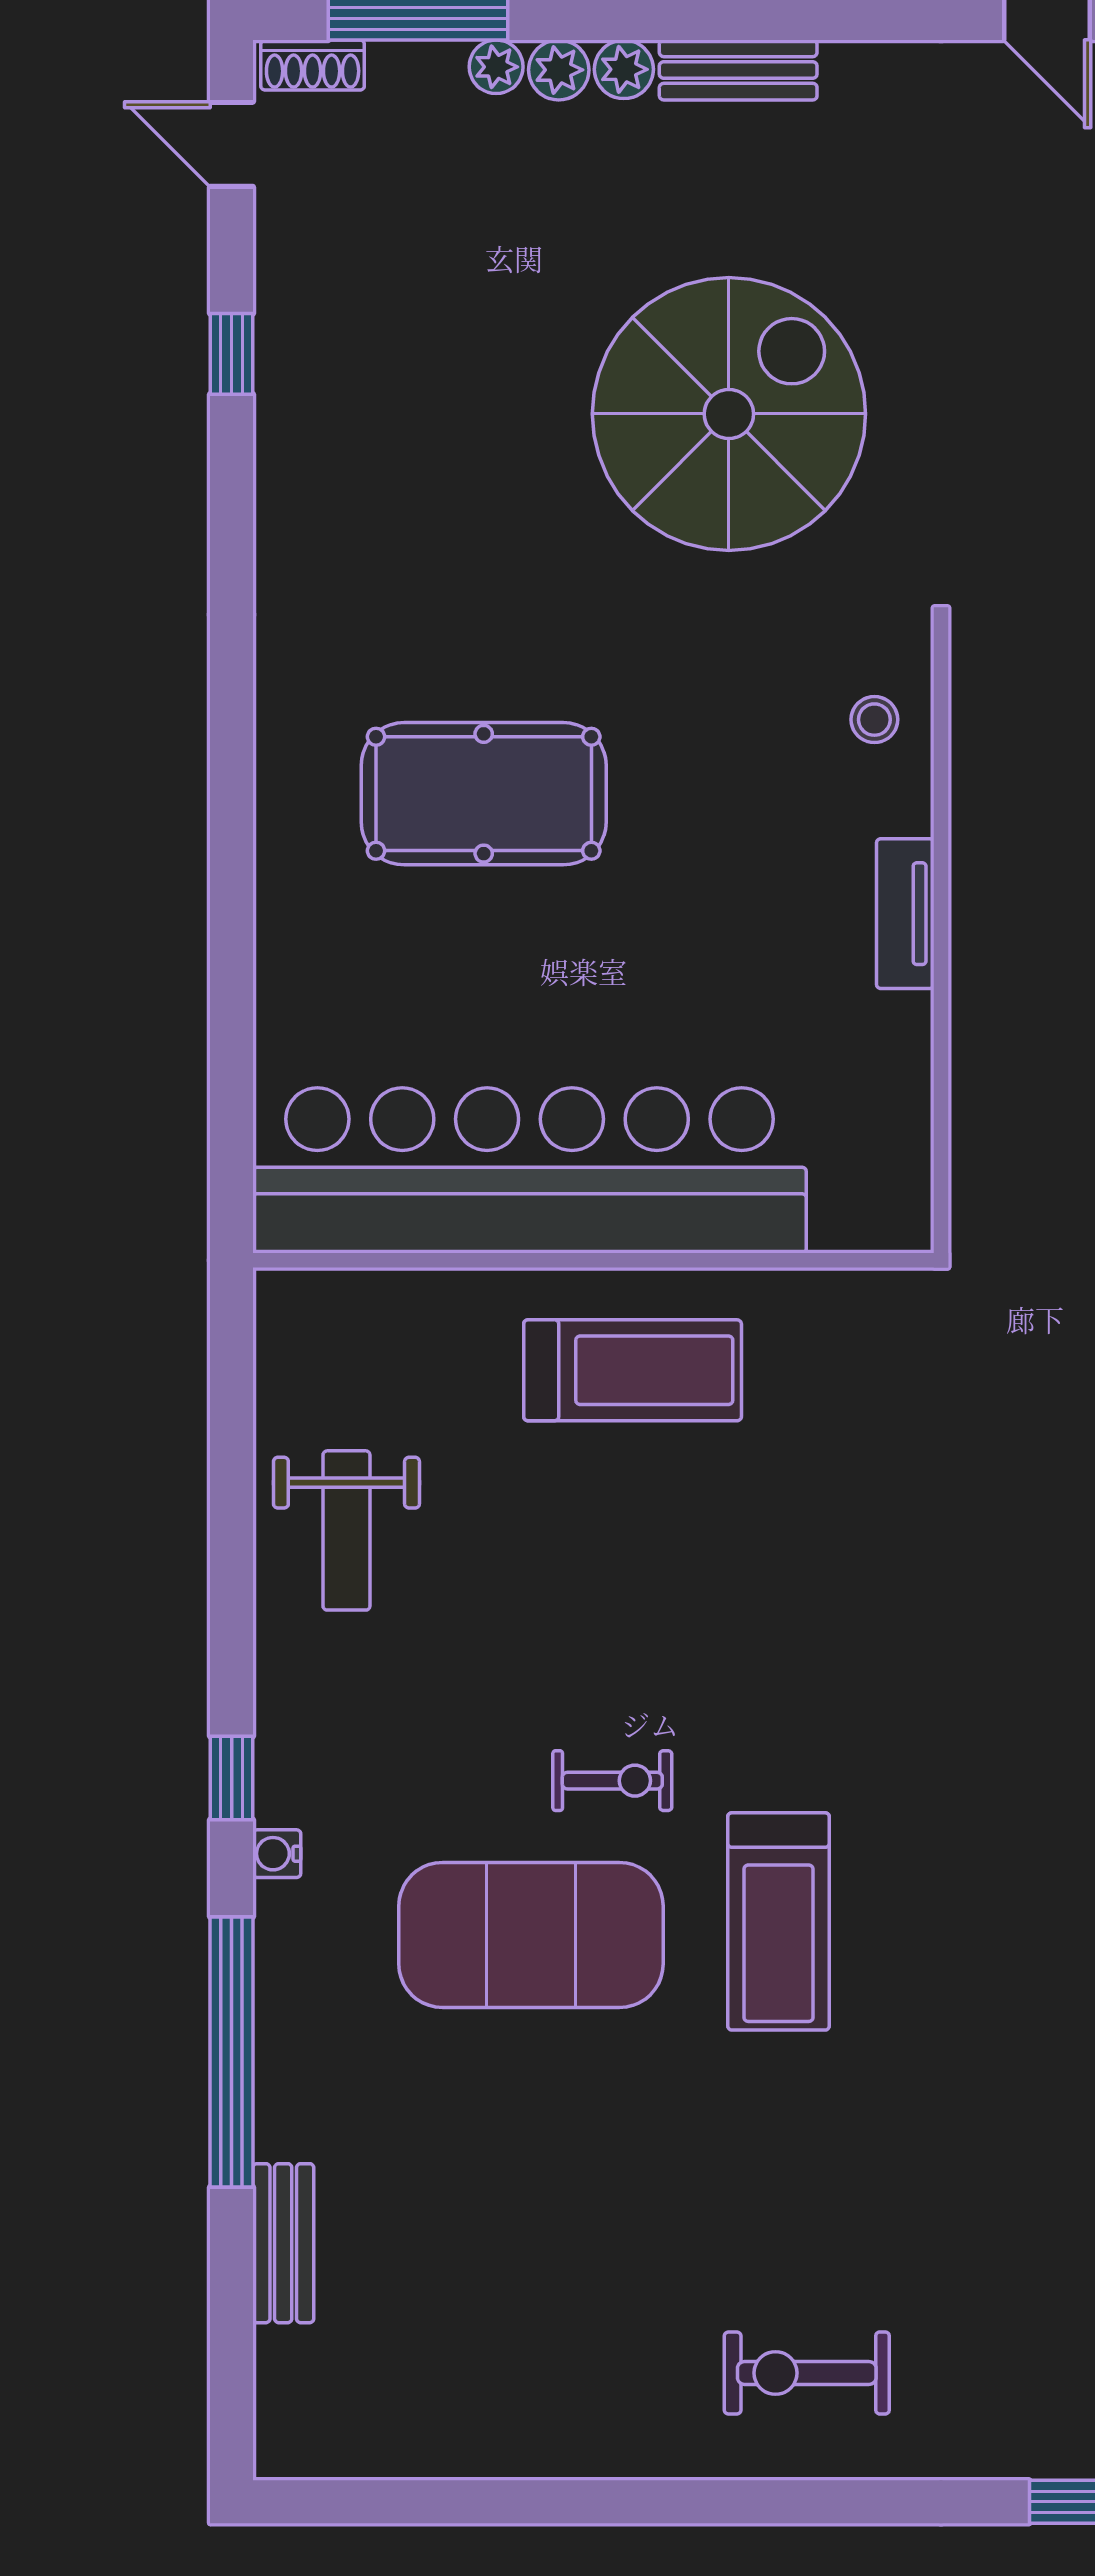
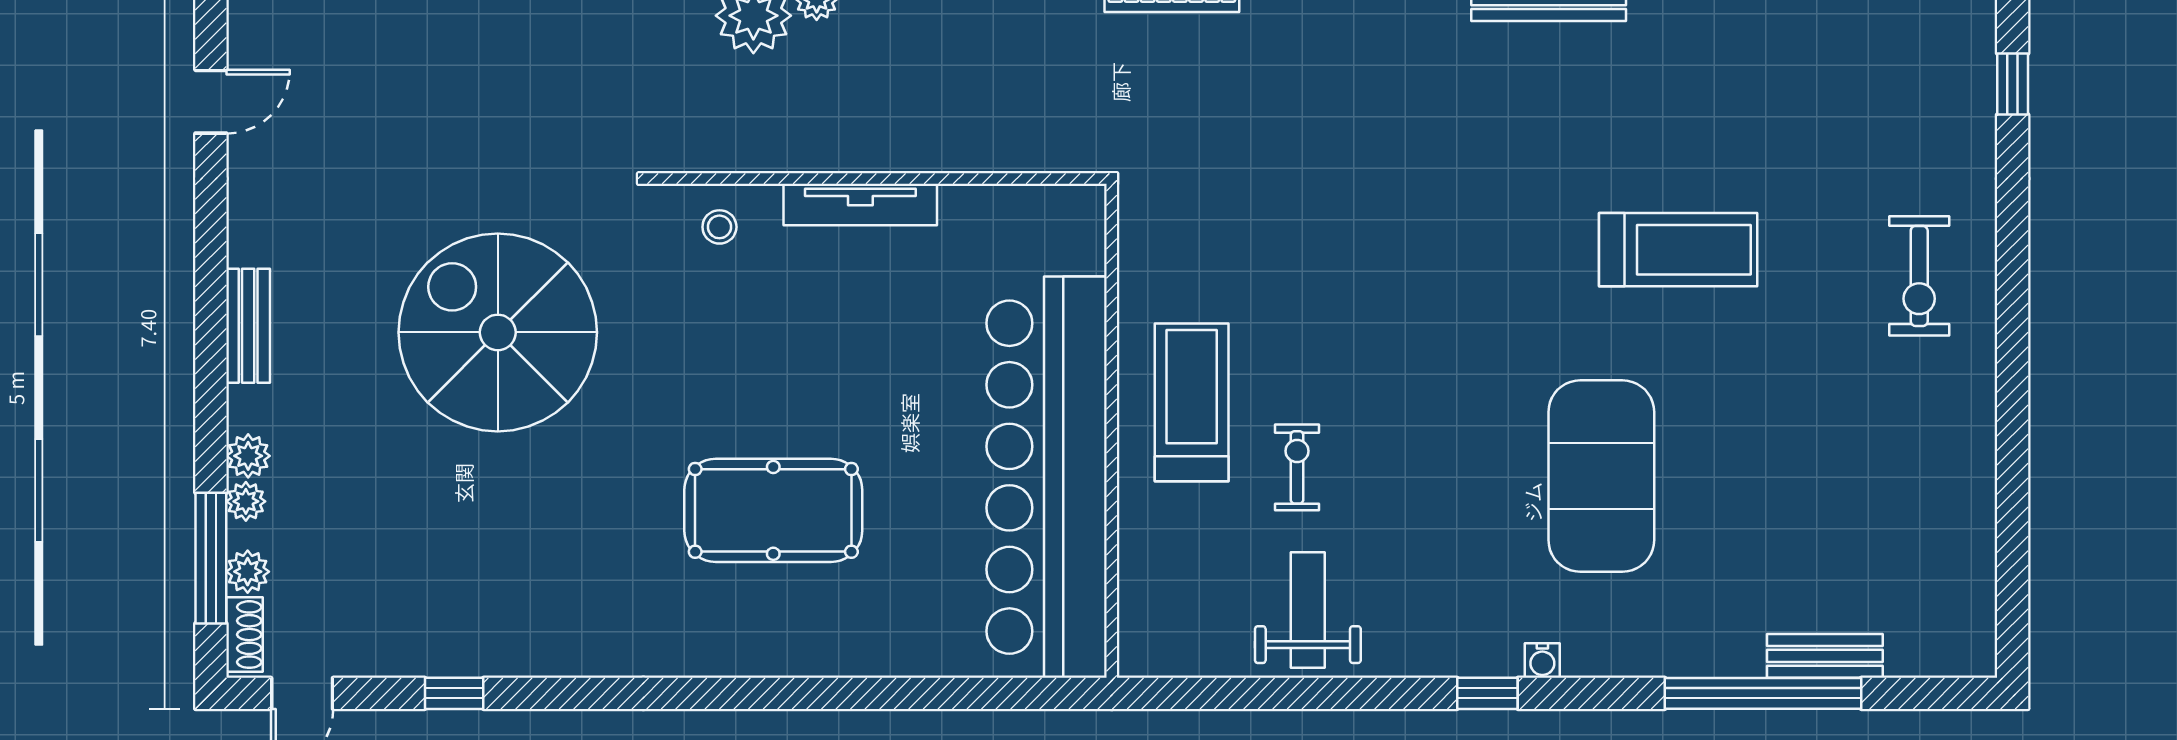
plant: (624, 69) -> (248, 572), moved
pool table: (484, 794) -> (773, 510), turned 90
tv unit: (905, 914) -> (860, 204), width x1.41
weight bench: (346, 1530) -> (1308, 610), turned -90
exercise bike: (612, 1781) -> (1297, 467), moved
treadmill: (779, 1921) -> (1678, 250), moved
window: (232, 2052) -> (1763, 693), moved

